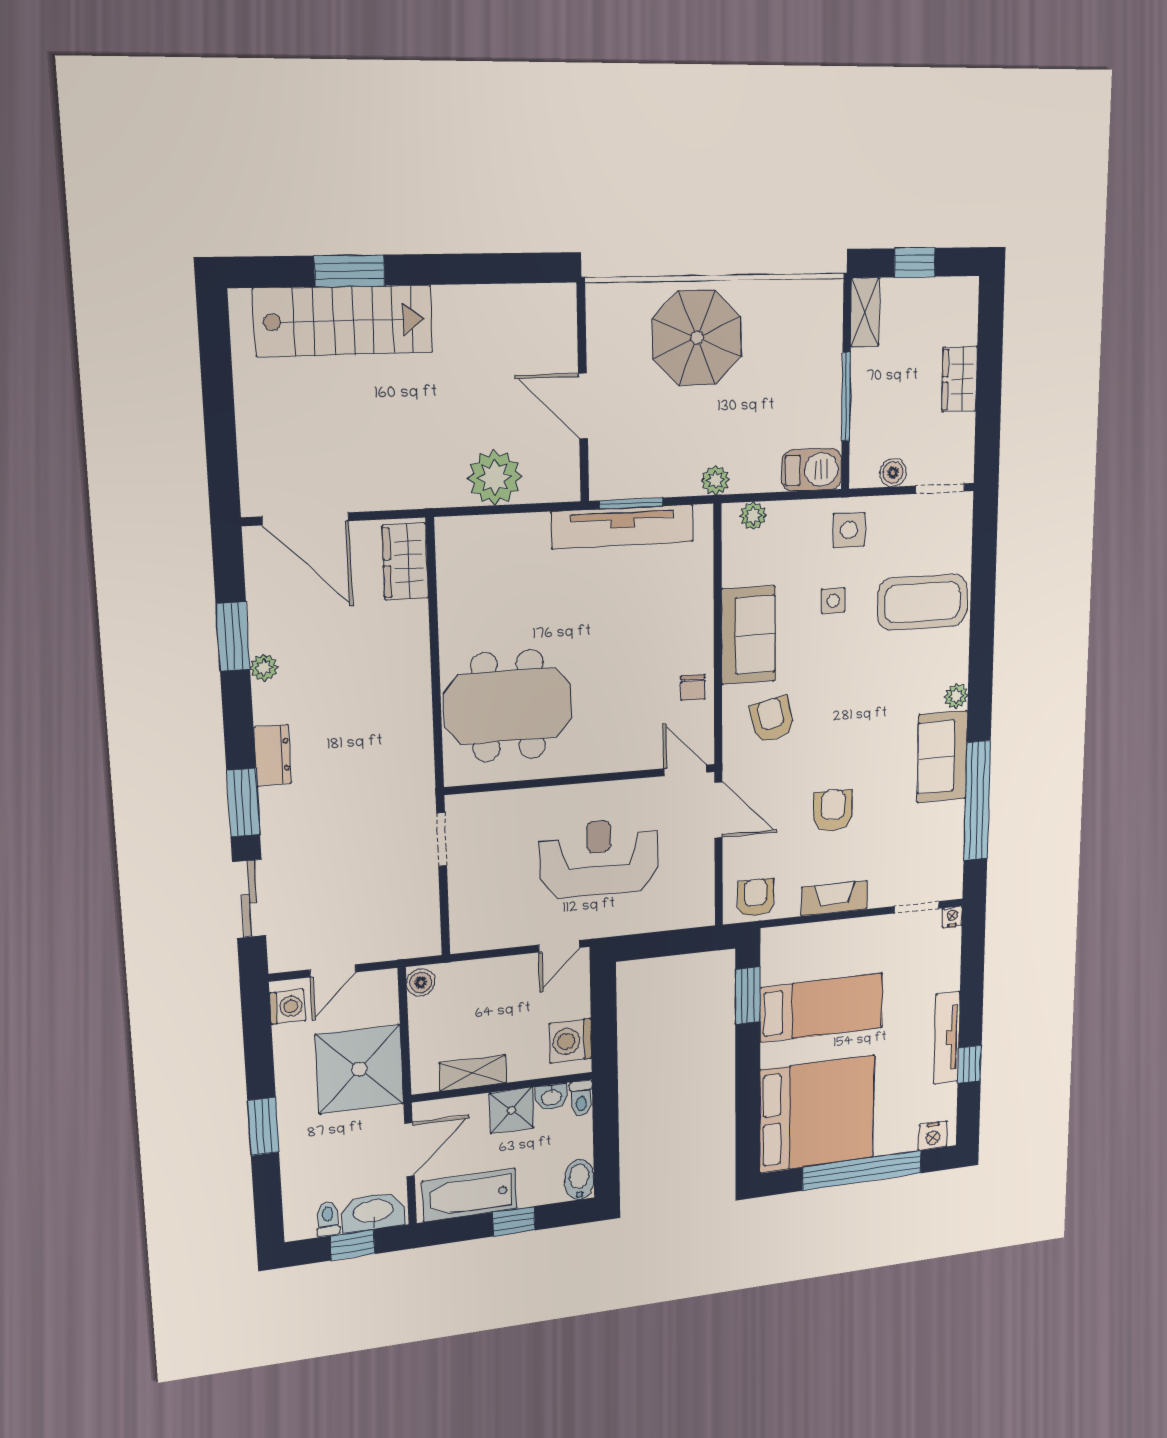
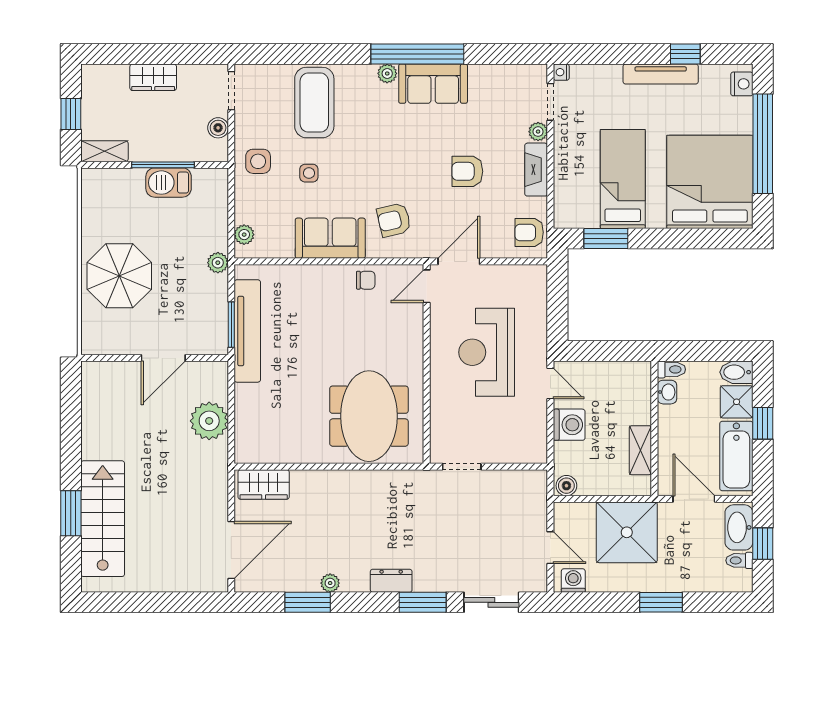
barbecue: (812, 470) -> (169, 183), moved, turned -90
window: (977, 801) -> (417, 54), moved
plant: (881, 896) -> (538, 132), added
washing machine: (571, 1041) -> (569, 425), moved, turned -90
shower: (512, 1110) -> (737, 402), moved

